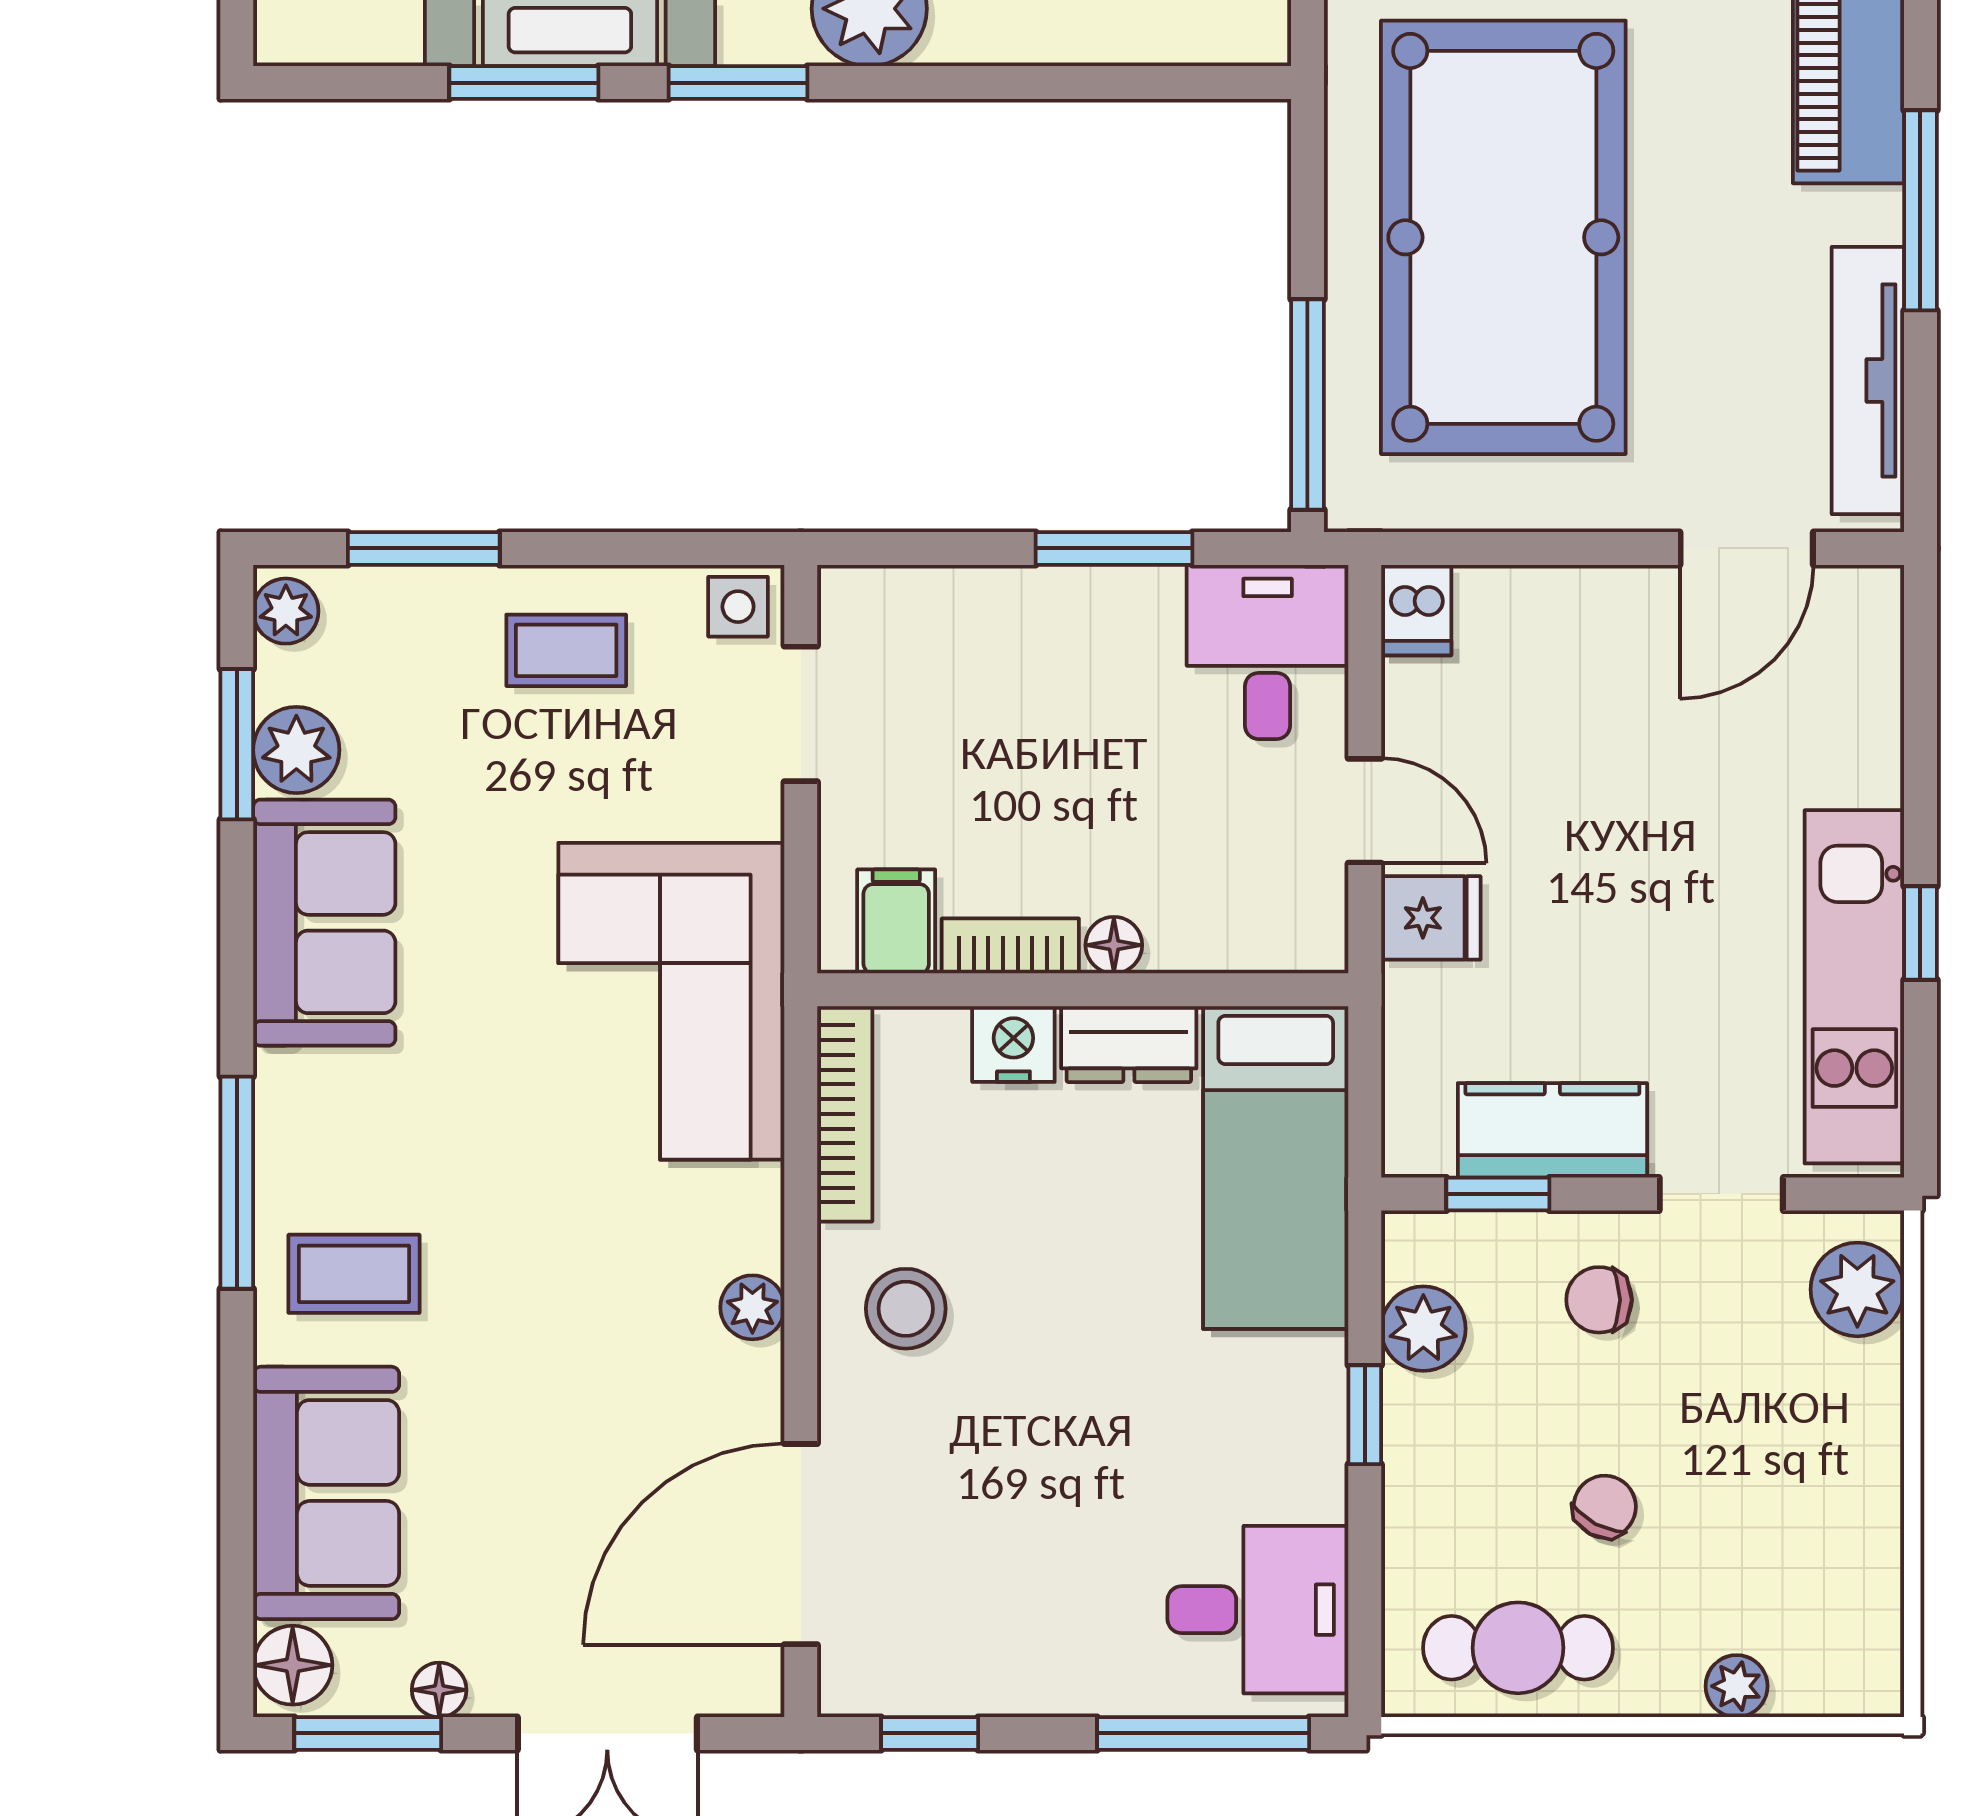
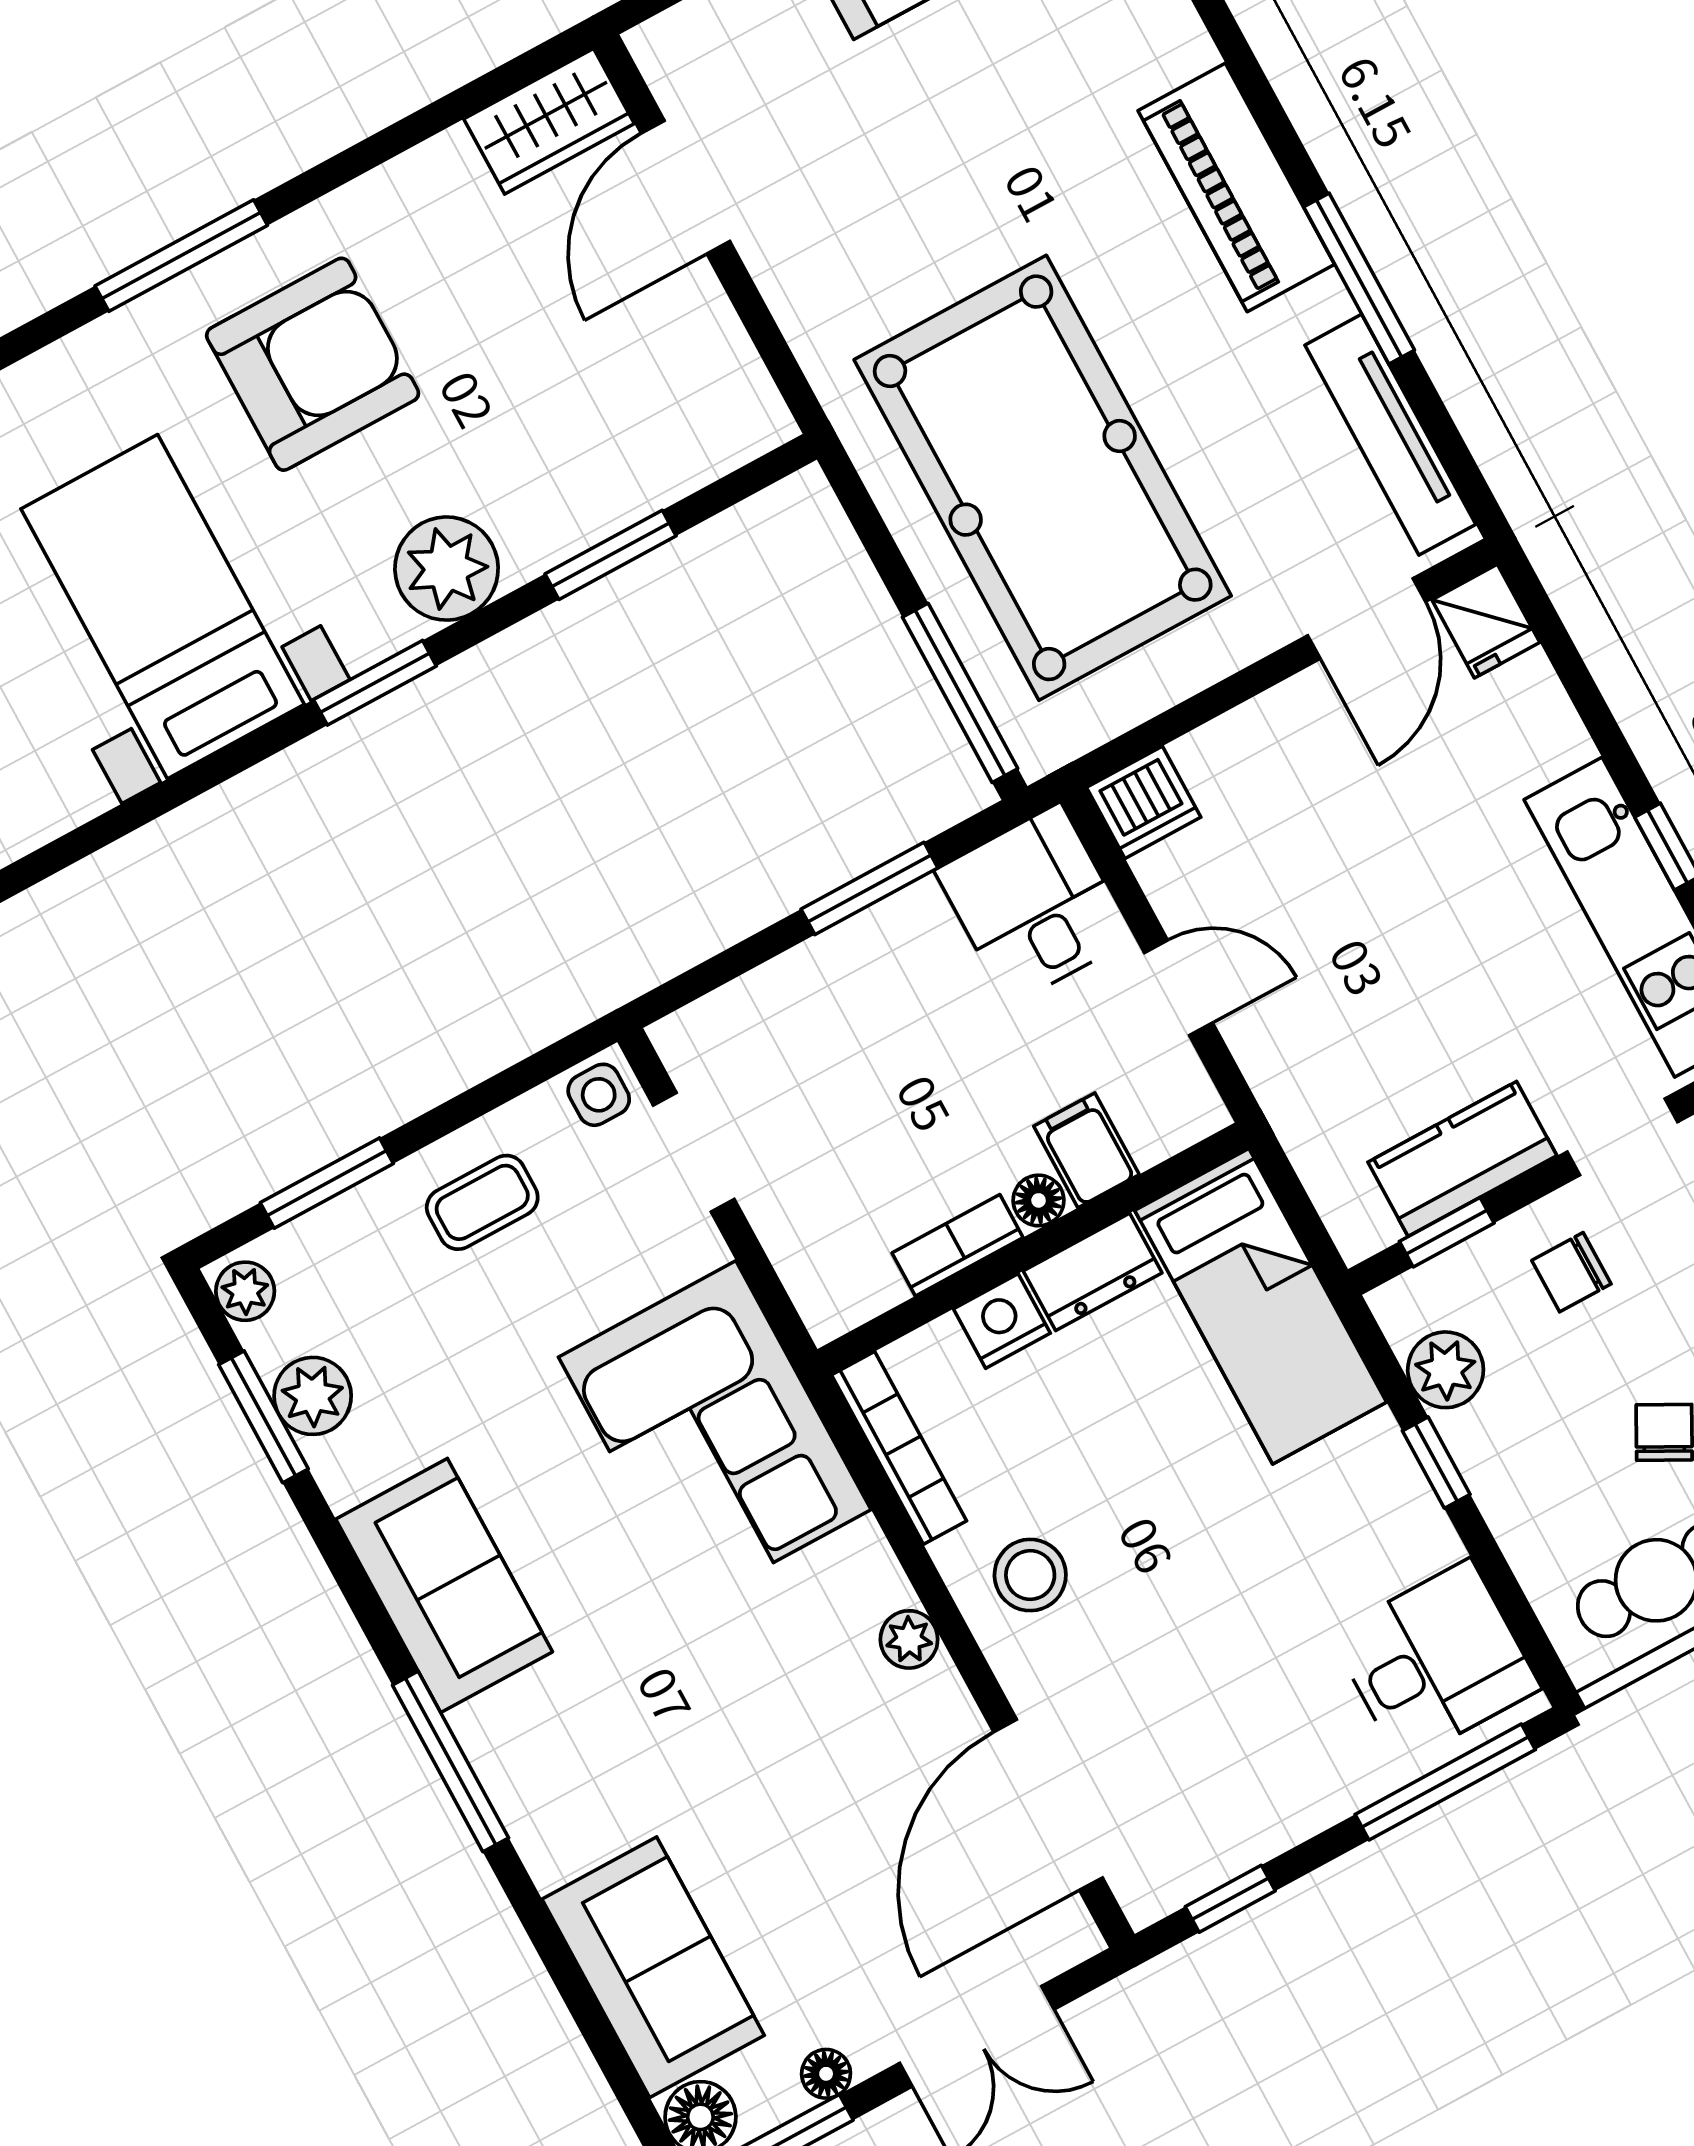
window: (524, 83) -> (611, 555), moved
dishwasher: (1416, 610) -> (1144, 802), width x1.38
fridge: (1431, 918) -> (1486, 621), moved, turned 90
filing cabinet: (896, 921) -> (1086, 1150), moved
sofa: (324, 923) -> (444, 1585), moved
coffee table: (354, 1274) -> (582, 1783), removed

